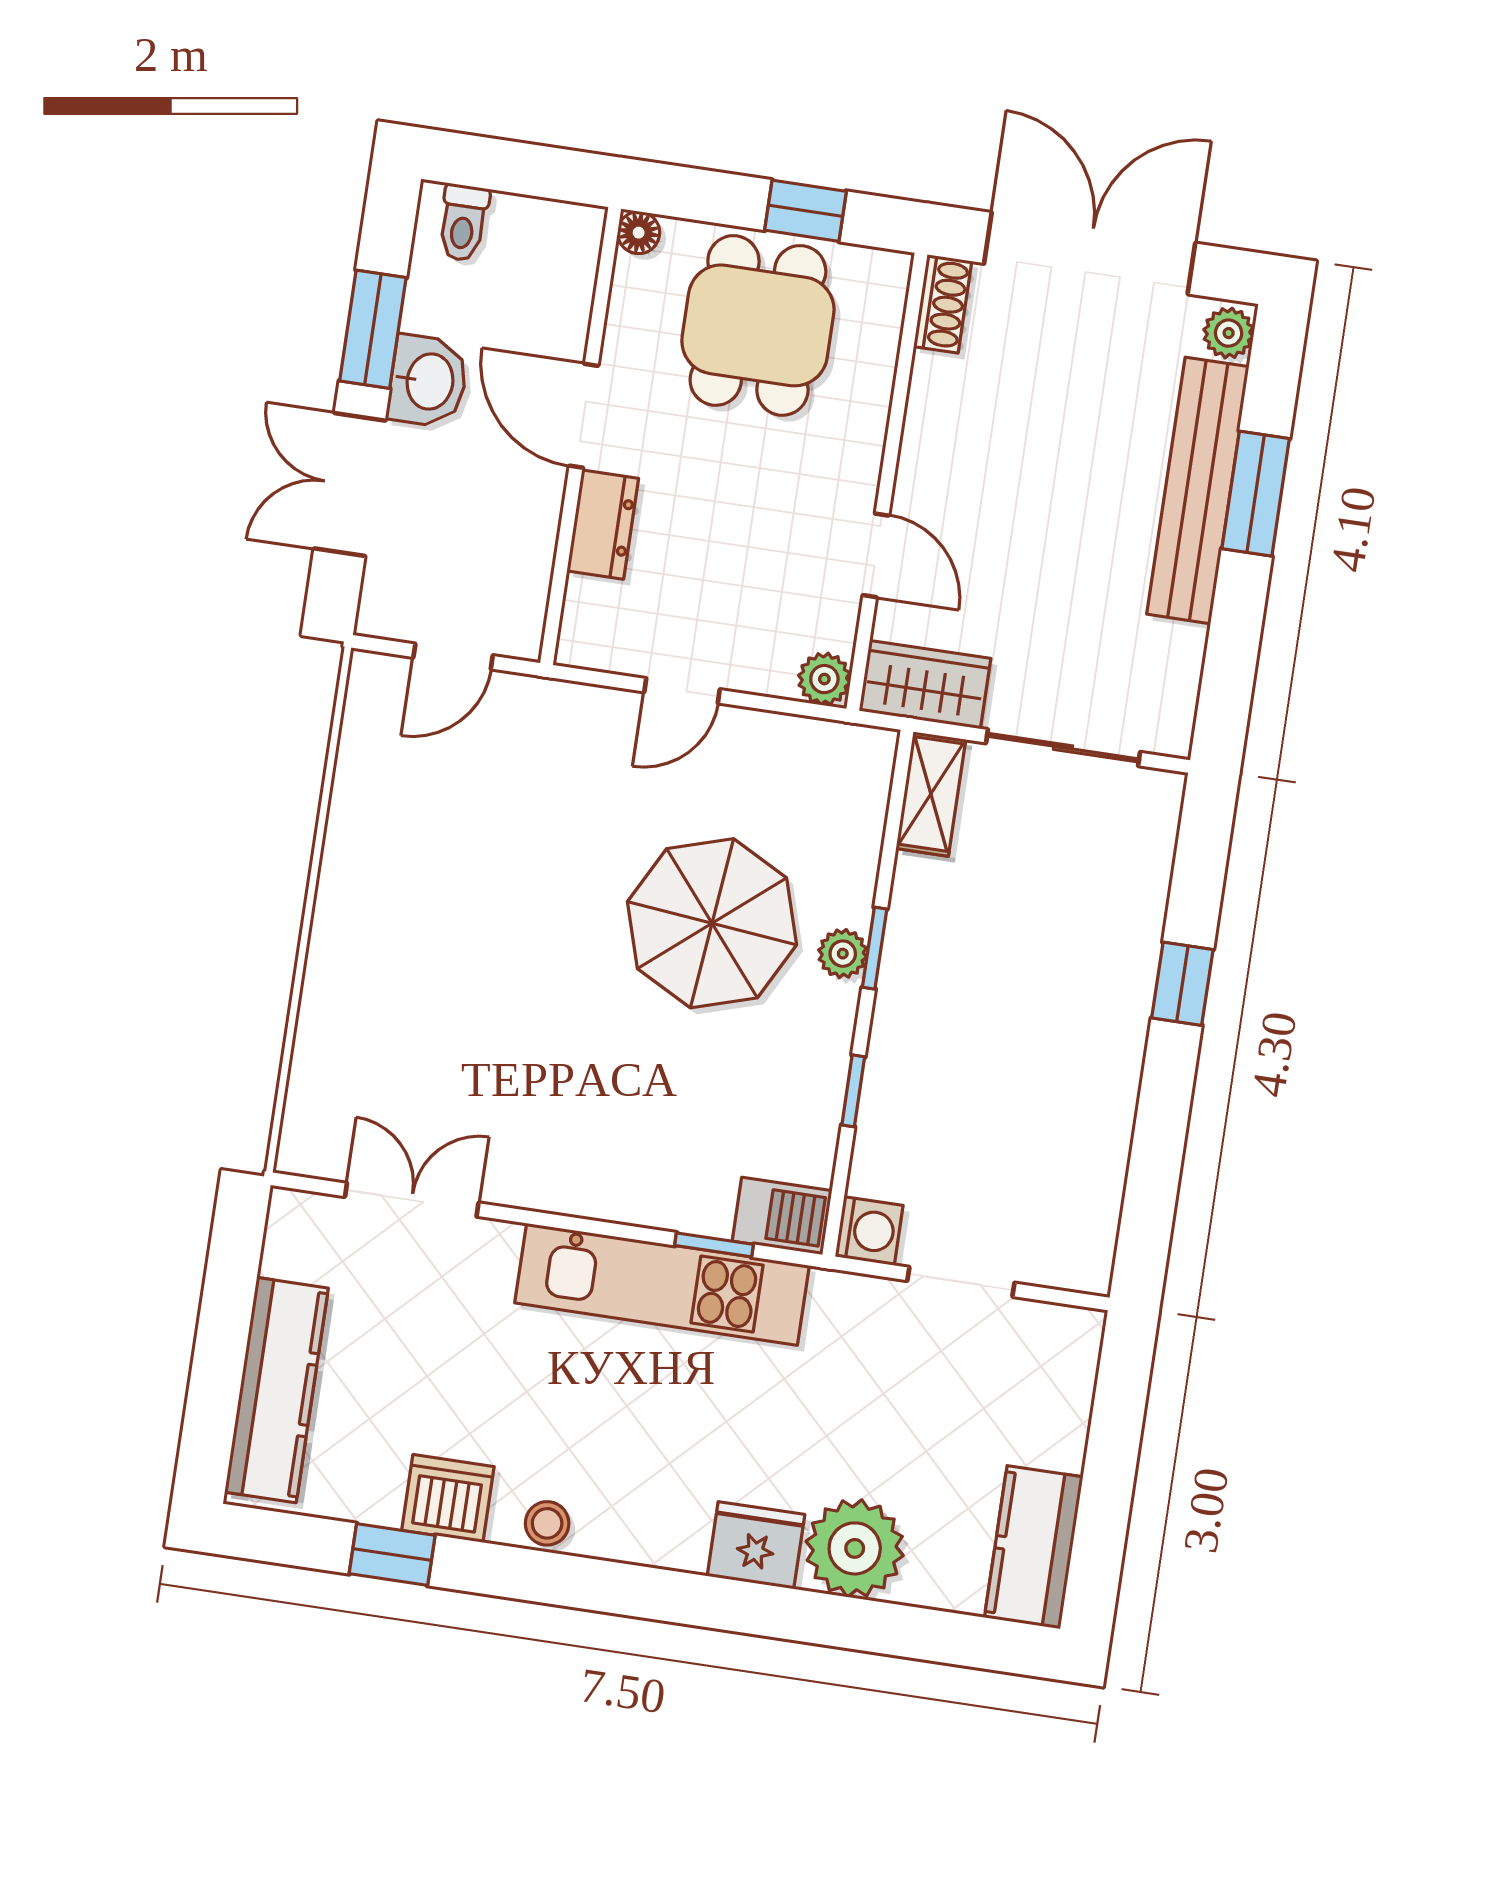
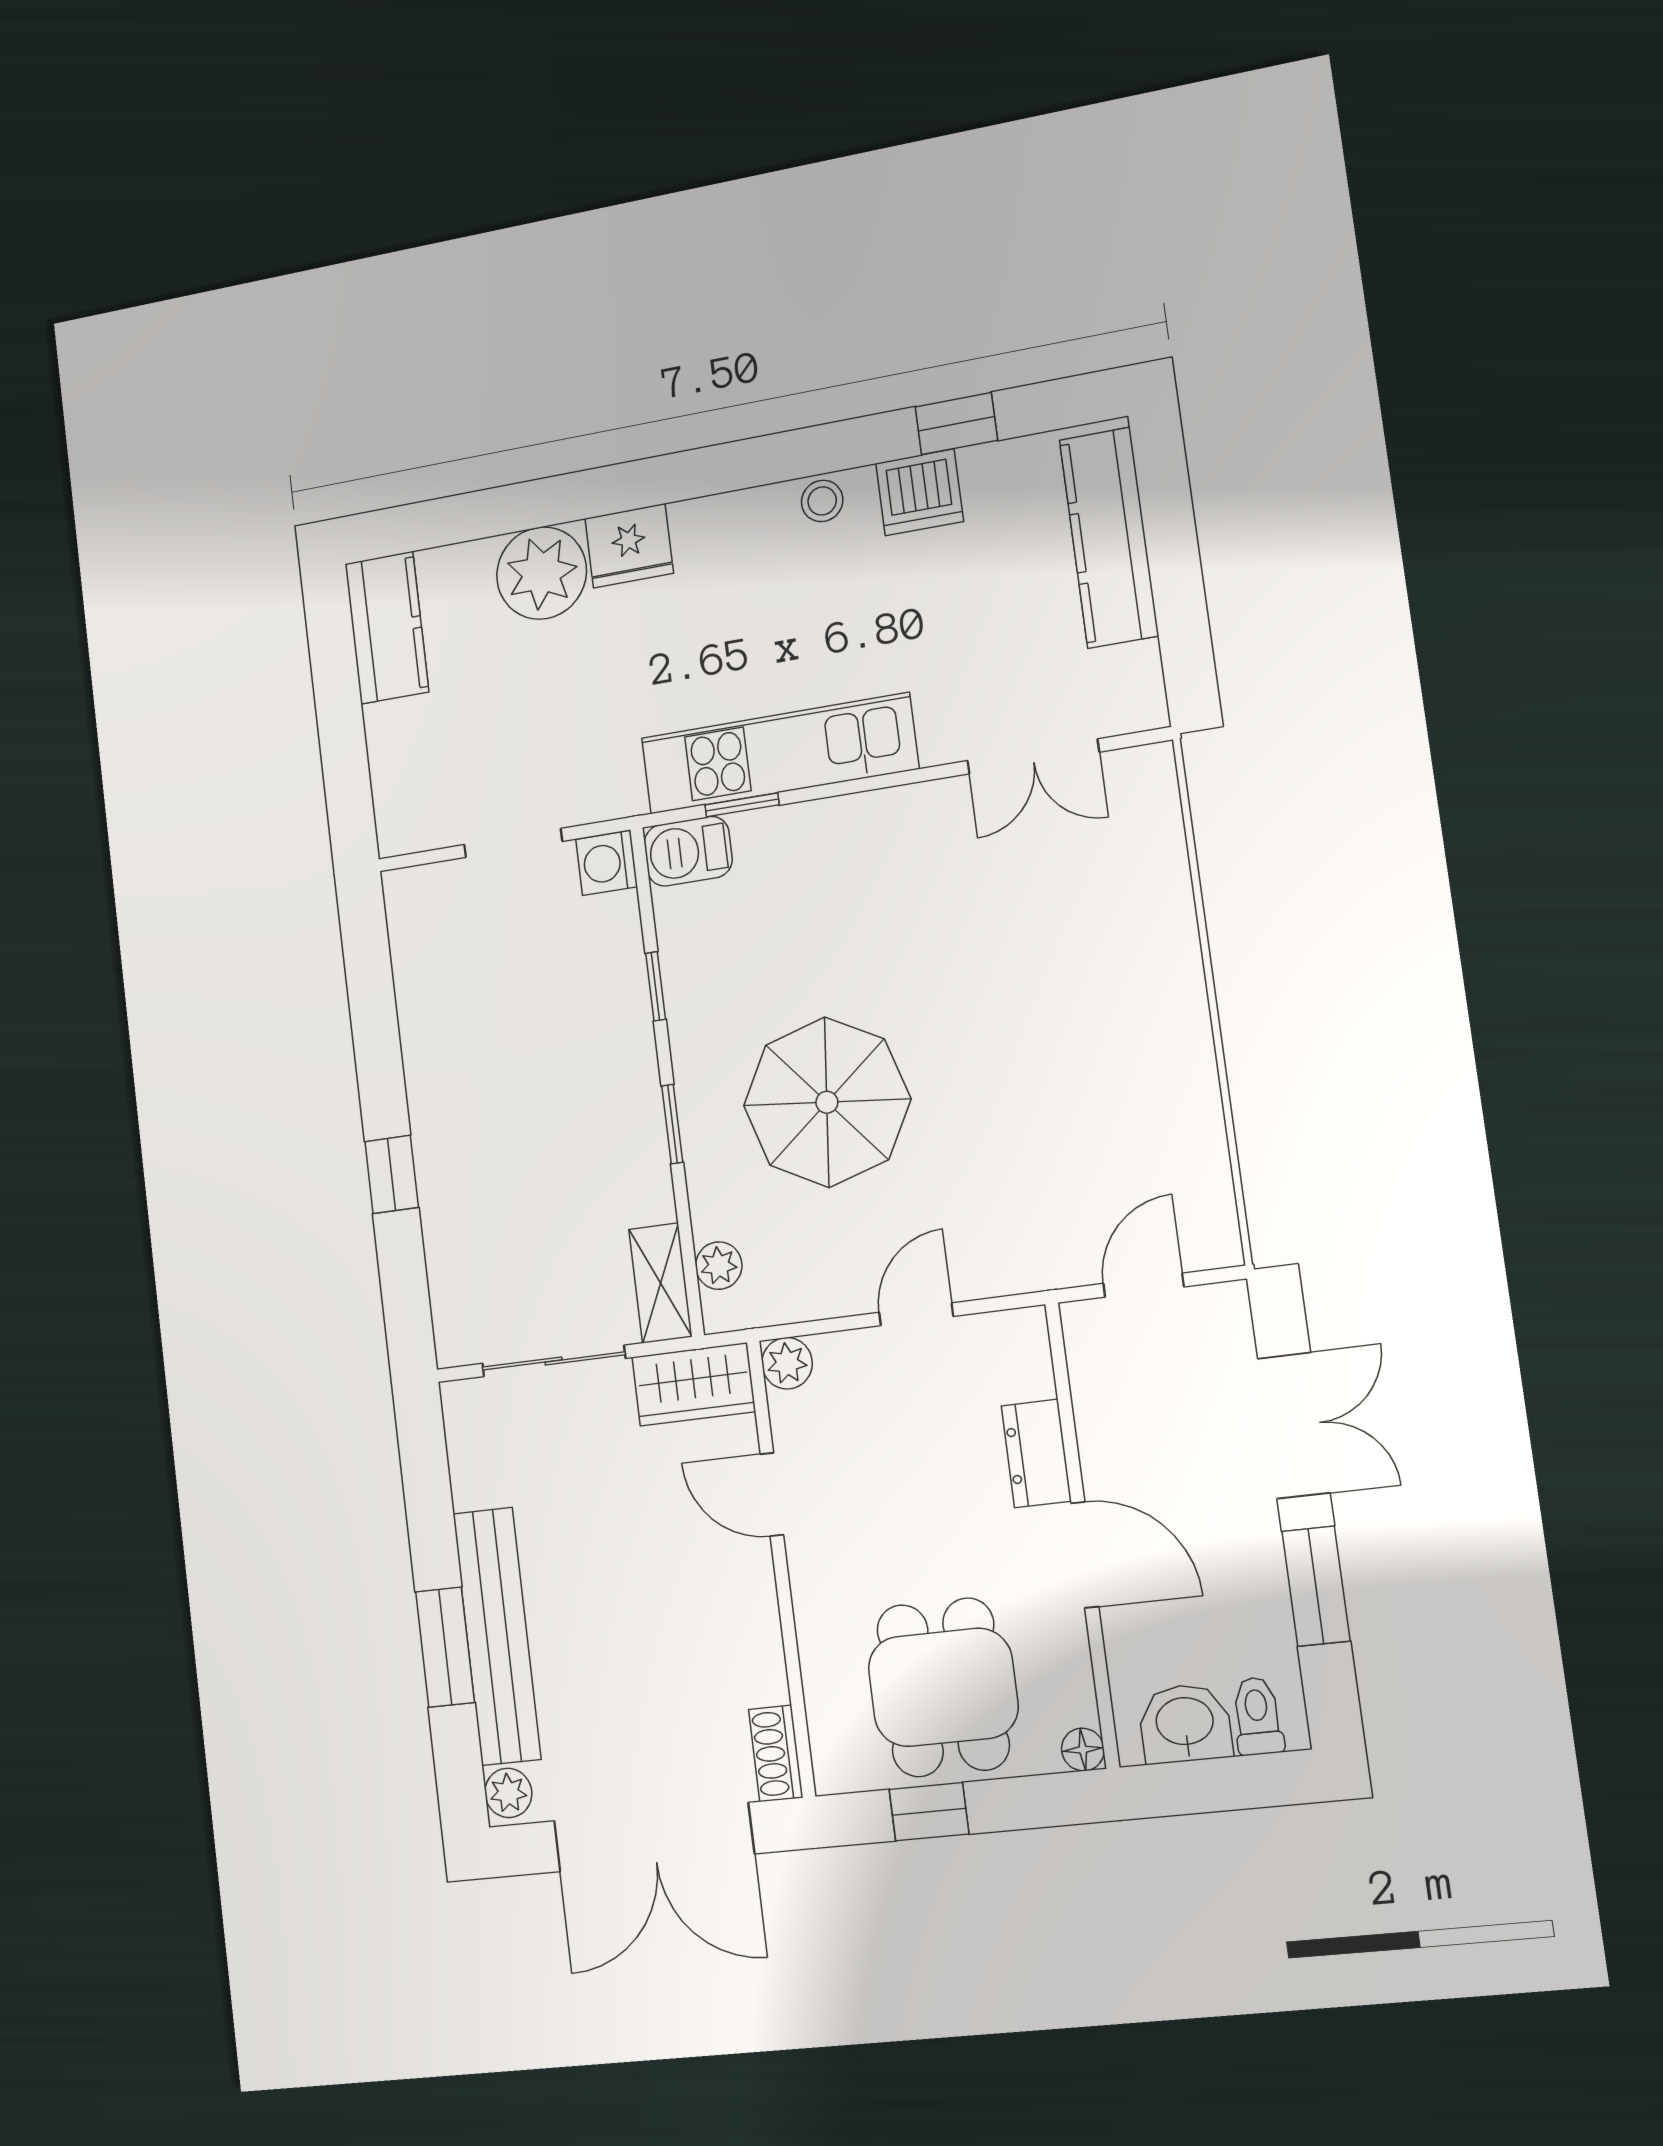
washbasin: (428, 381) -> (1185, 1723), moved, turned 90
plant: (843, 954) -> (719, 1266), moved

